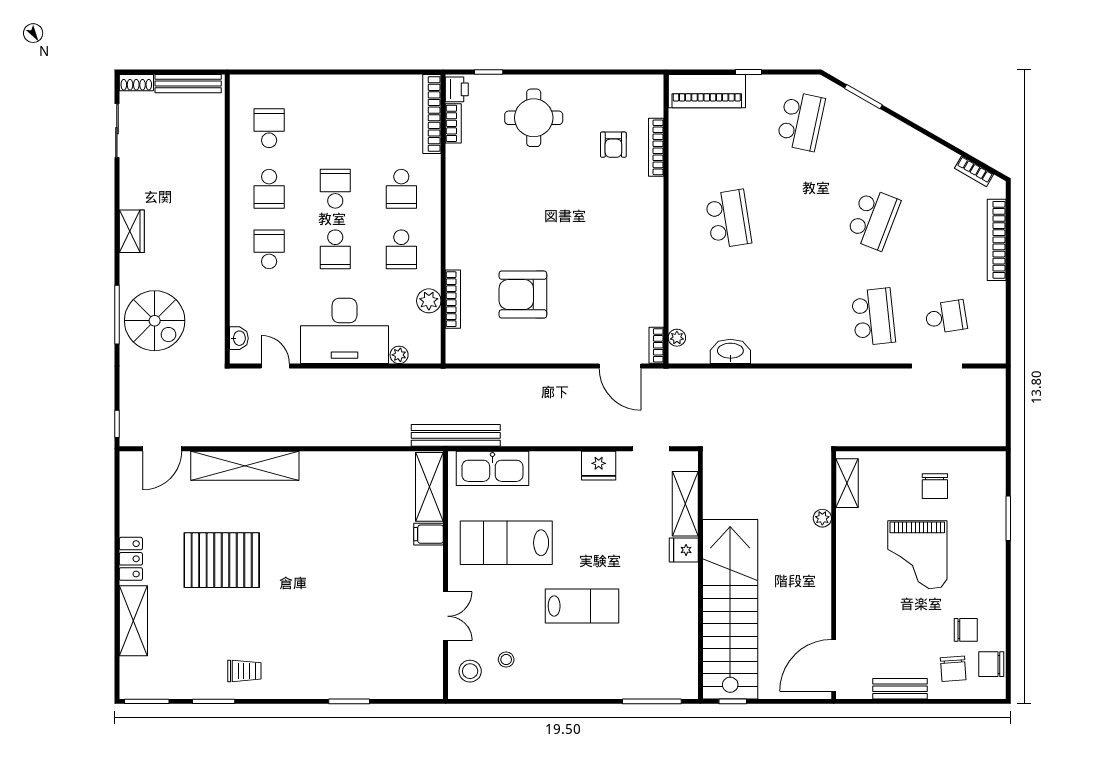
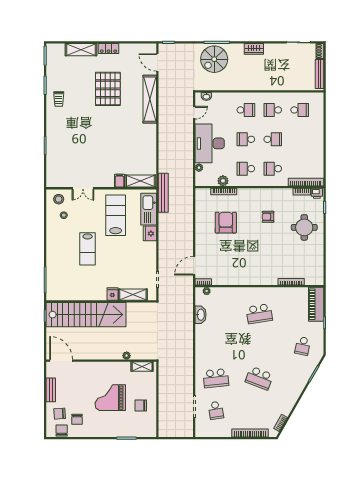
school desk: (801, 121) -> (303, 346), width x0.54
armchair: (613, 145) -> (268, 217), moved
fridge: (599, 466) -> (150, 233), moved

